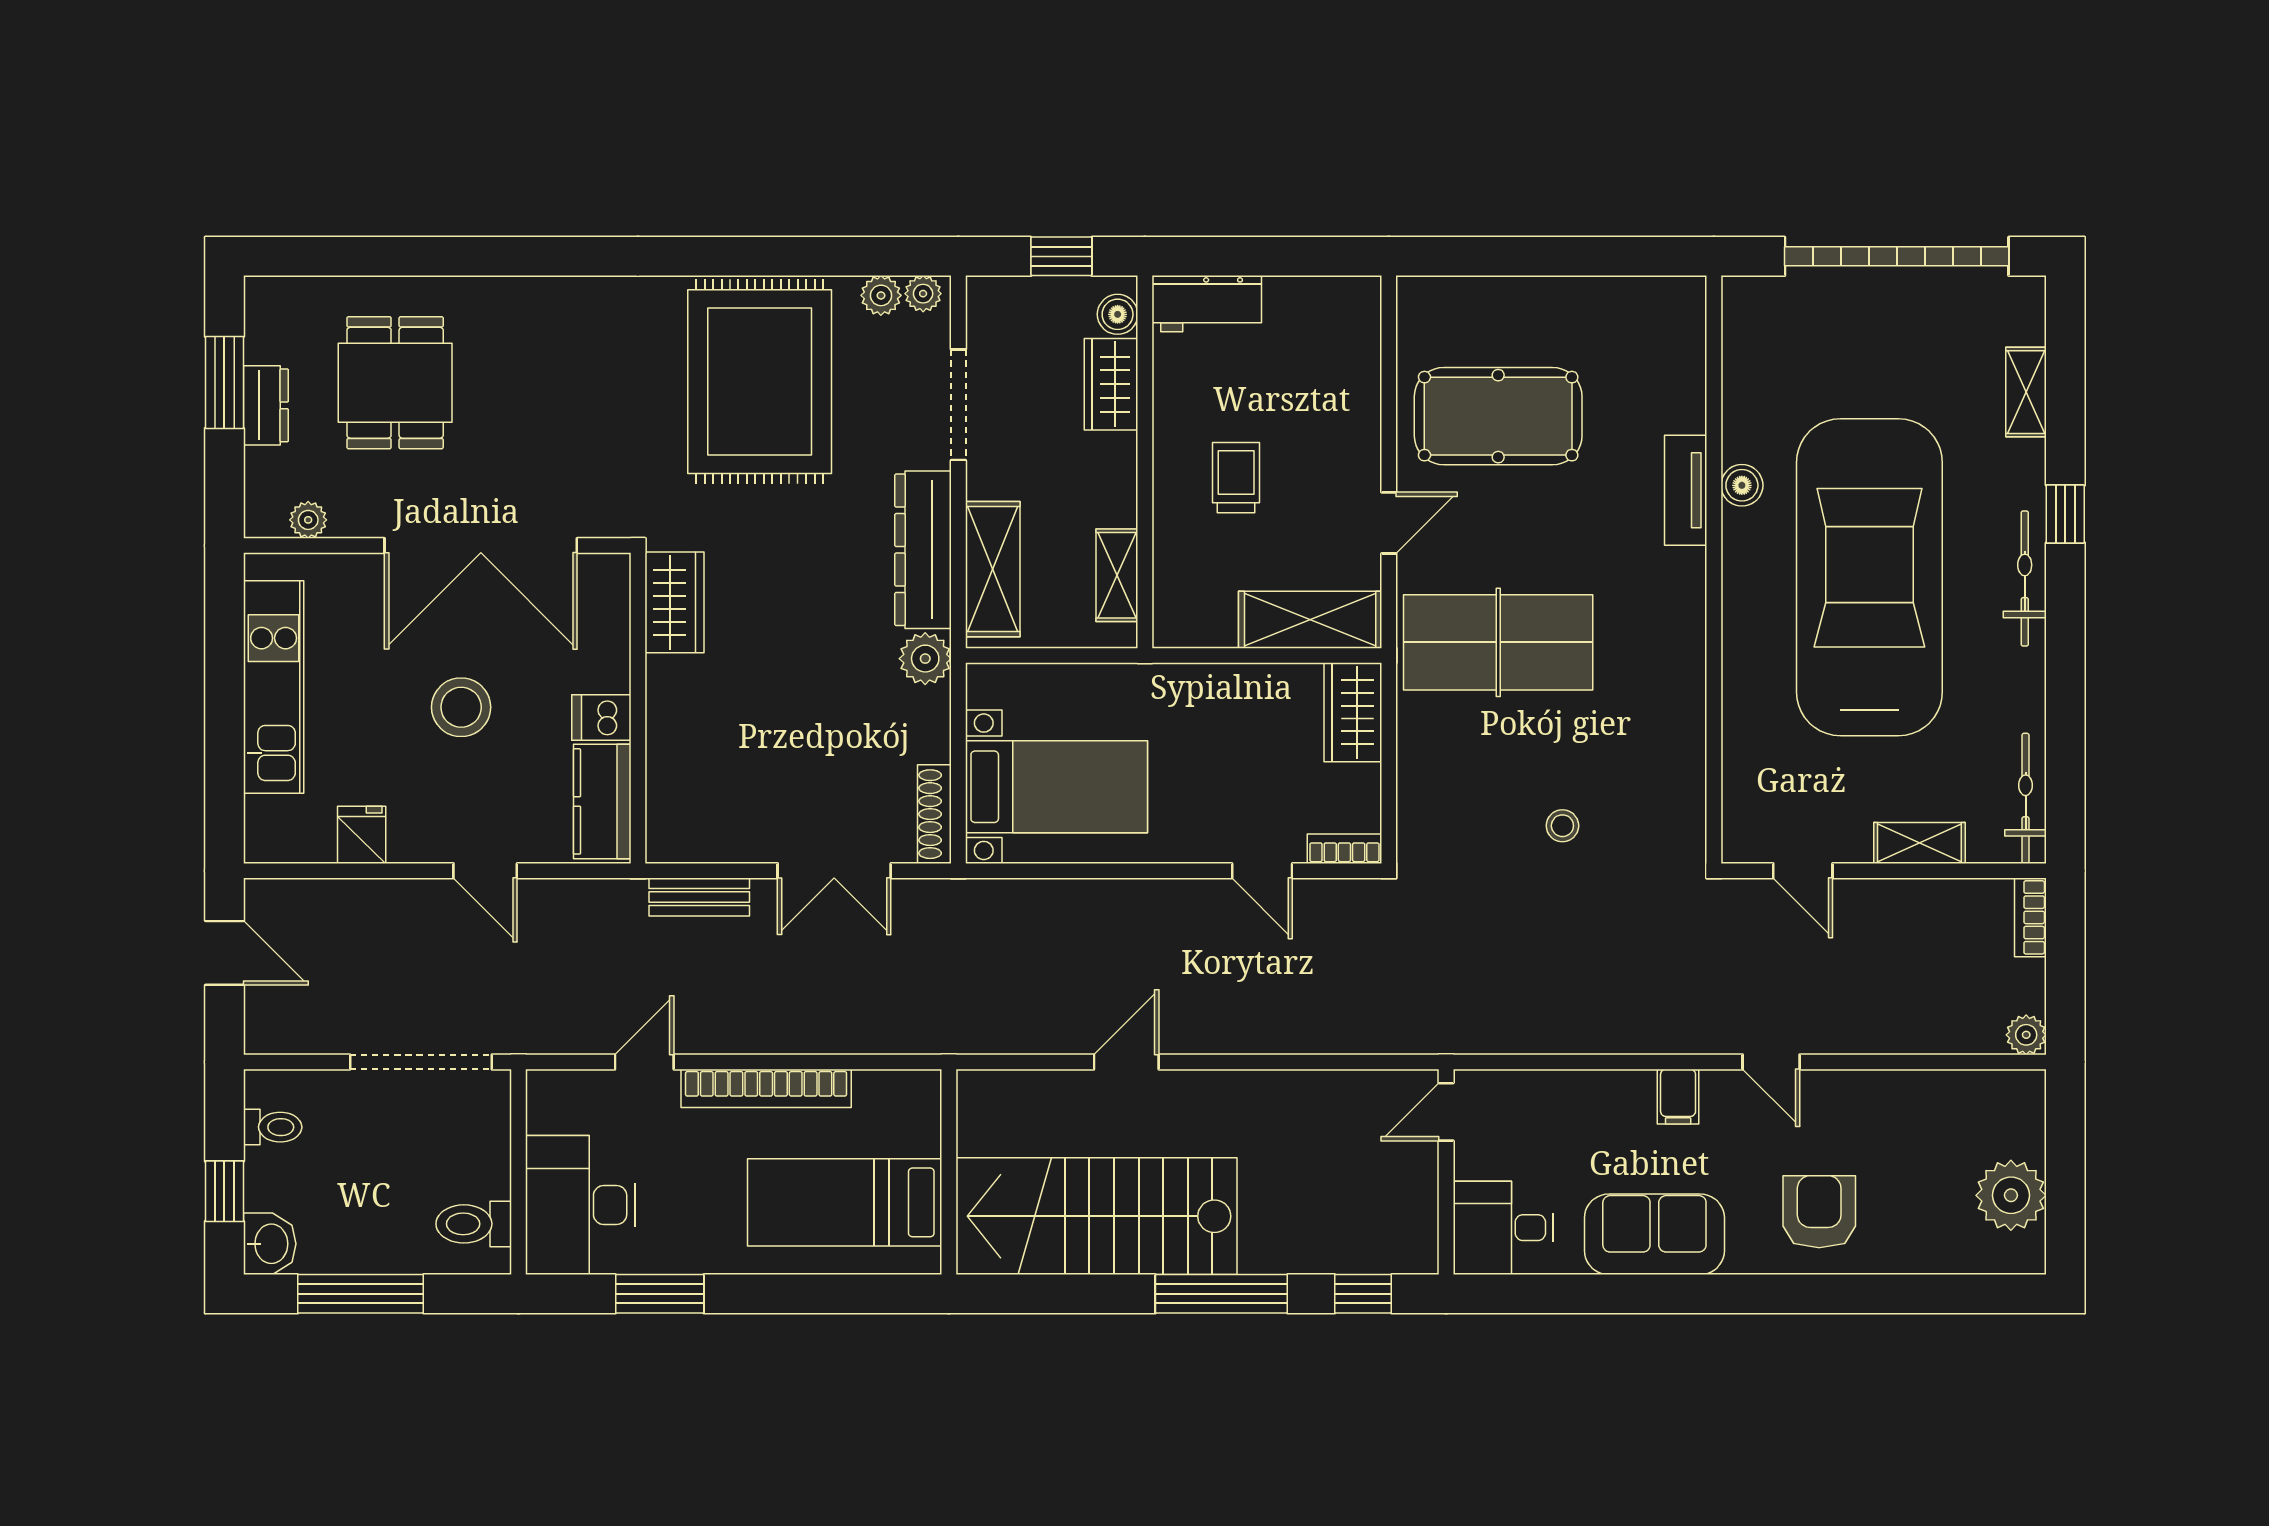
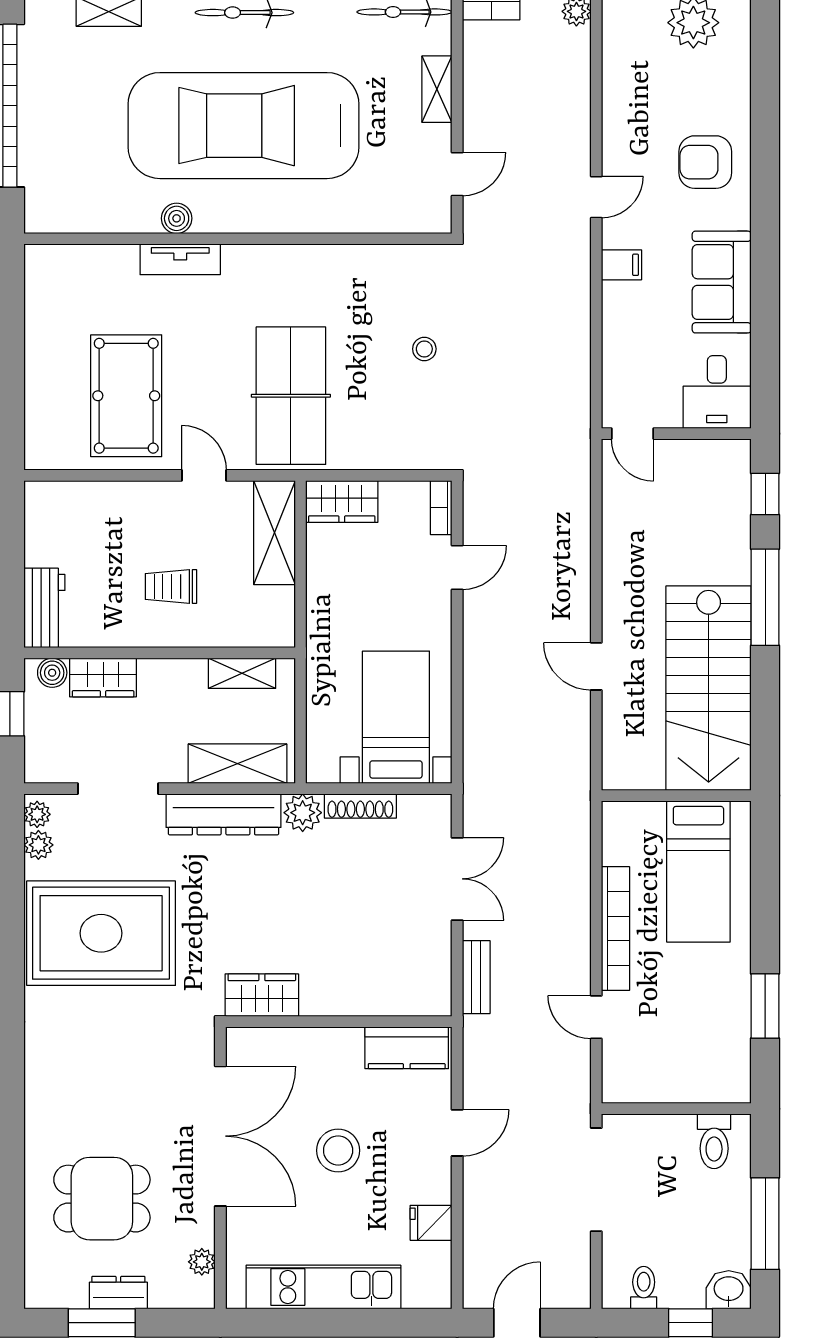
dishwasher: (601, 717) -> (346, 1048), removed
shoe rack: (934, 814) -> (360, 806), moved
desk: (580, 1205) -> (700, 1064), removed

